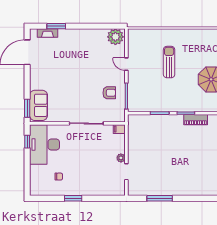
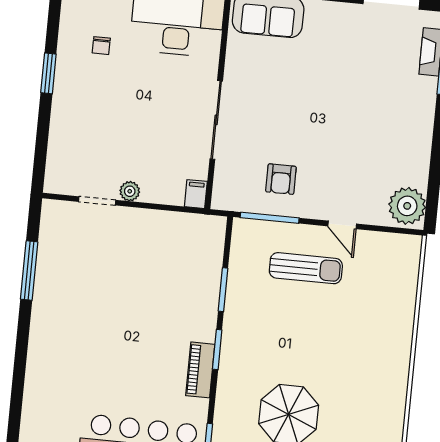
sun lounger: (169, 62) -> (306, 268), moved
door: (126, 64) -> (342, 225), swing flipped

